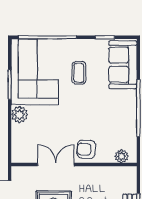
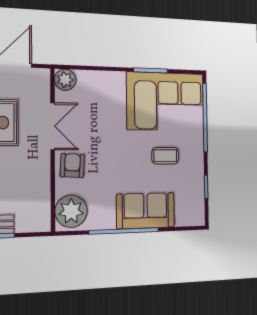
sofa: (123, 65) -> (146, 211), moved
plant: (20, 115) -> (65, 80), moved
plant: (122, 156) -> (71, 211), width x1.88, depth x1.88

